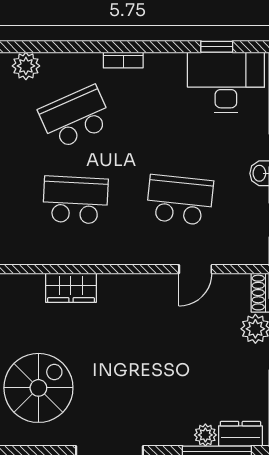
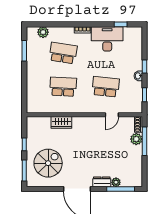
desk: (226, 82) -> (107, 39), moved
school desk: (75, 117) -> (63, 53), turned 33
dresser: (240, 434) -> (102, 182), moved

